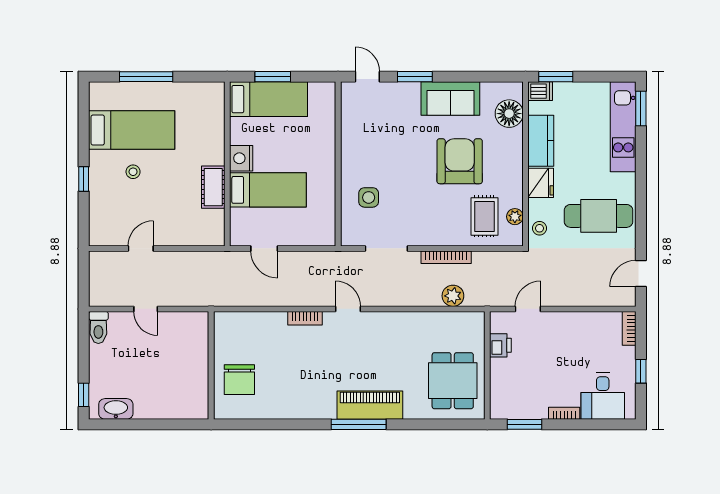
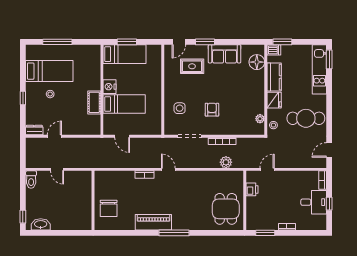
door: (367, 77) -> (179, 42), swing flipped
armchair: (460, 161) -> (212, 110), moved, width x0.53, depth x0.53
rug: (484, 216) -> (192, 66), moved, turned 90
dresser: (104, 237) -> (34, 130), added
desk: (603, 396) -> (314, 202), moved, turned -90
piano: (370, 405) -> (153, 222), moved

